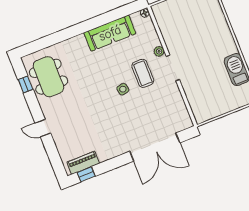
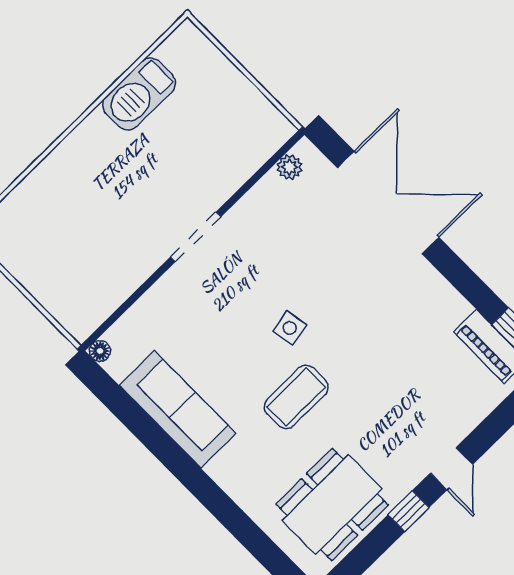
plant: (159, 51) -> (290, 167), moved
coffee table: (143, 73) -> (296, 397), moved
window: (26, 84) -> (408, 511), moved

